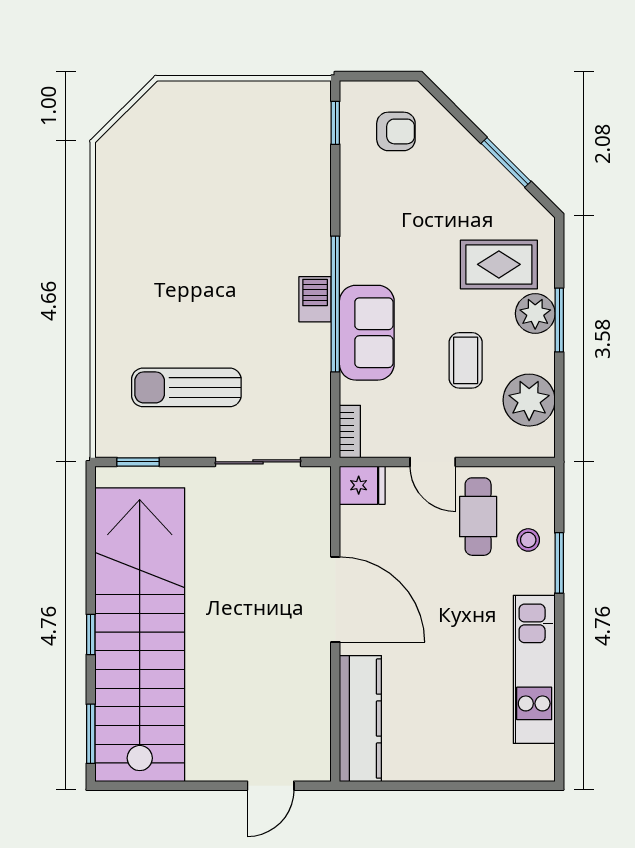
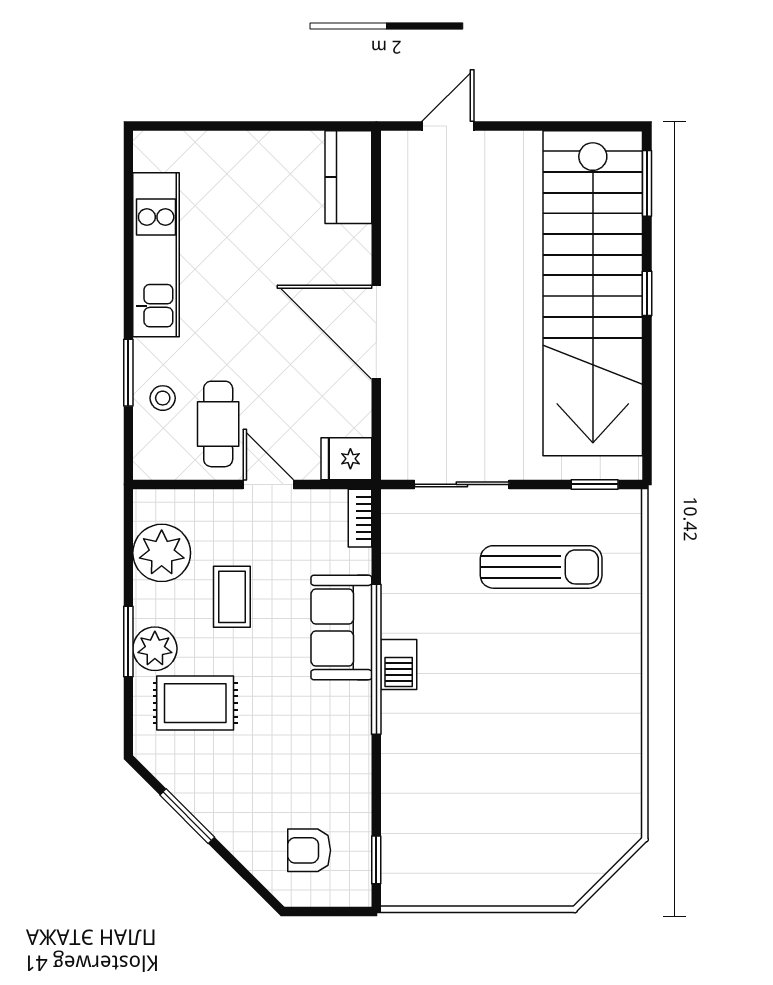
kitchen counter: (360, 719) -> (348, 177), width x0.67

